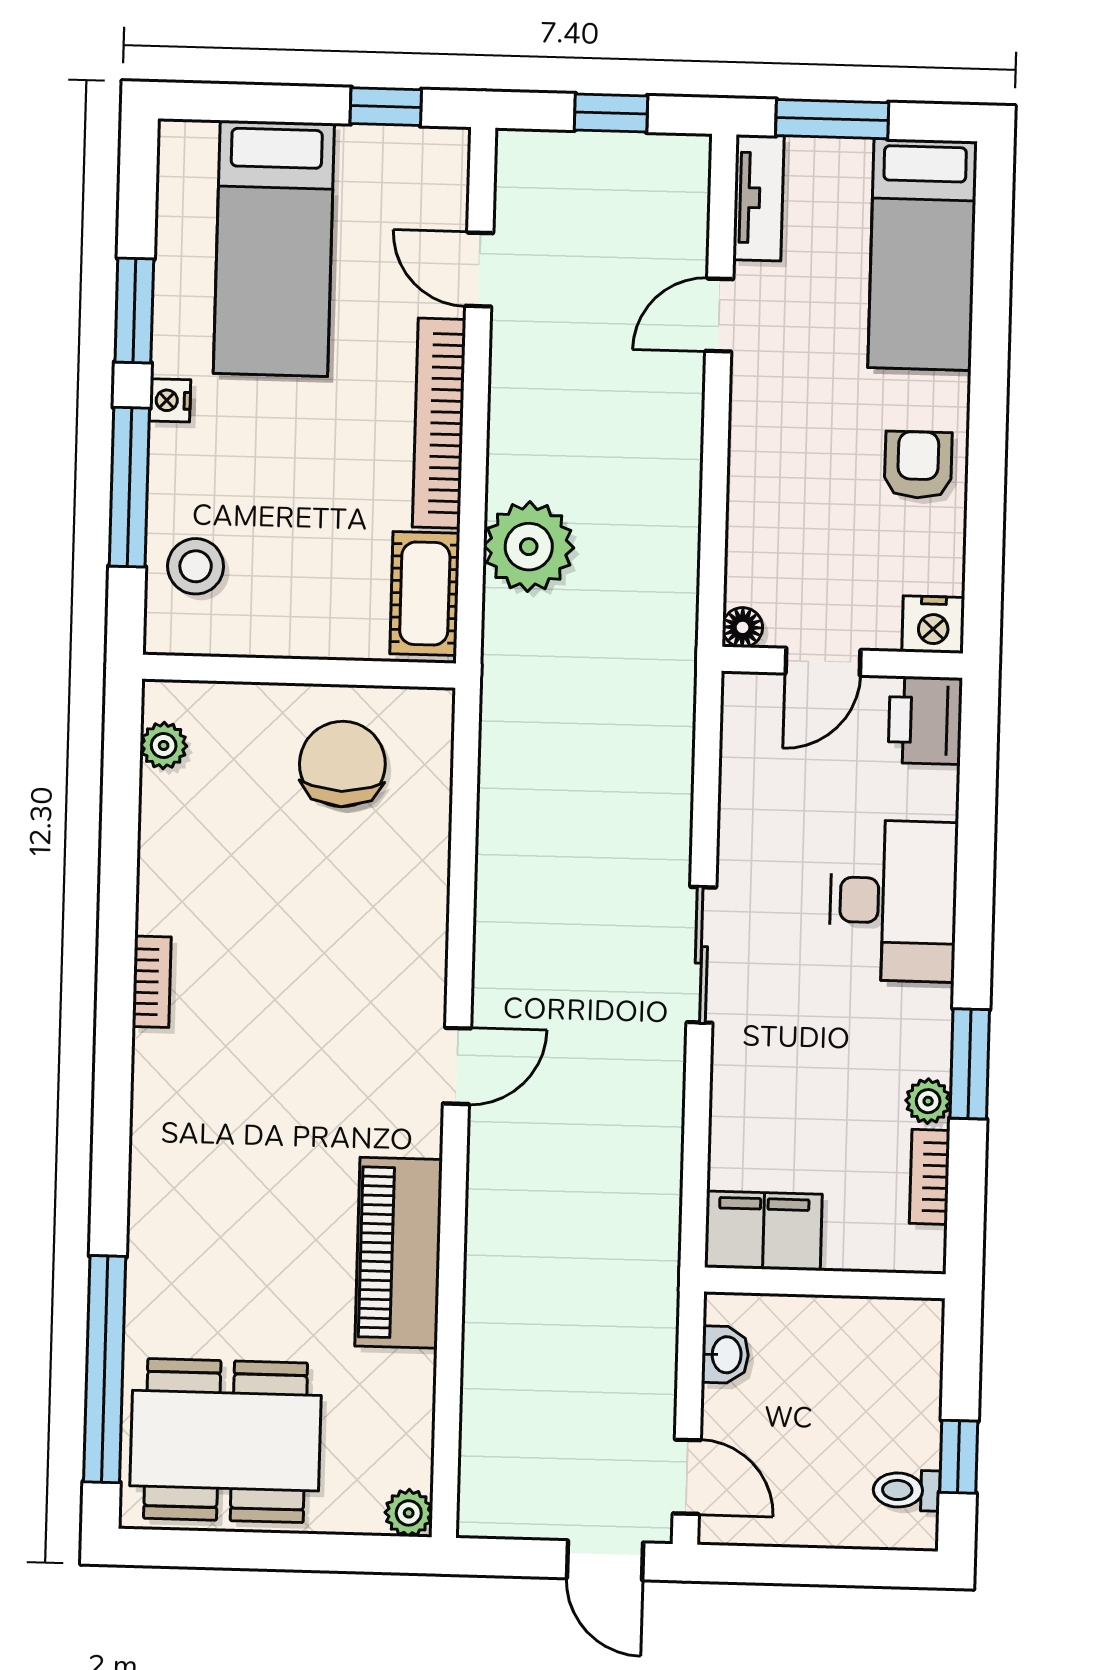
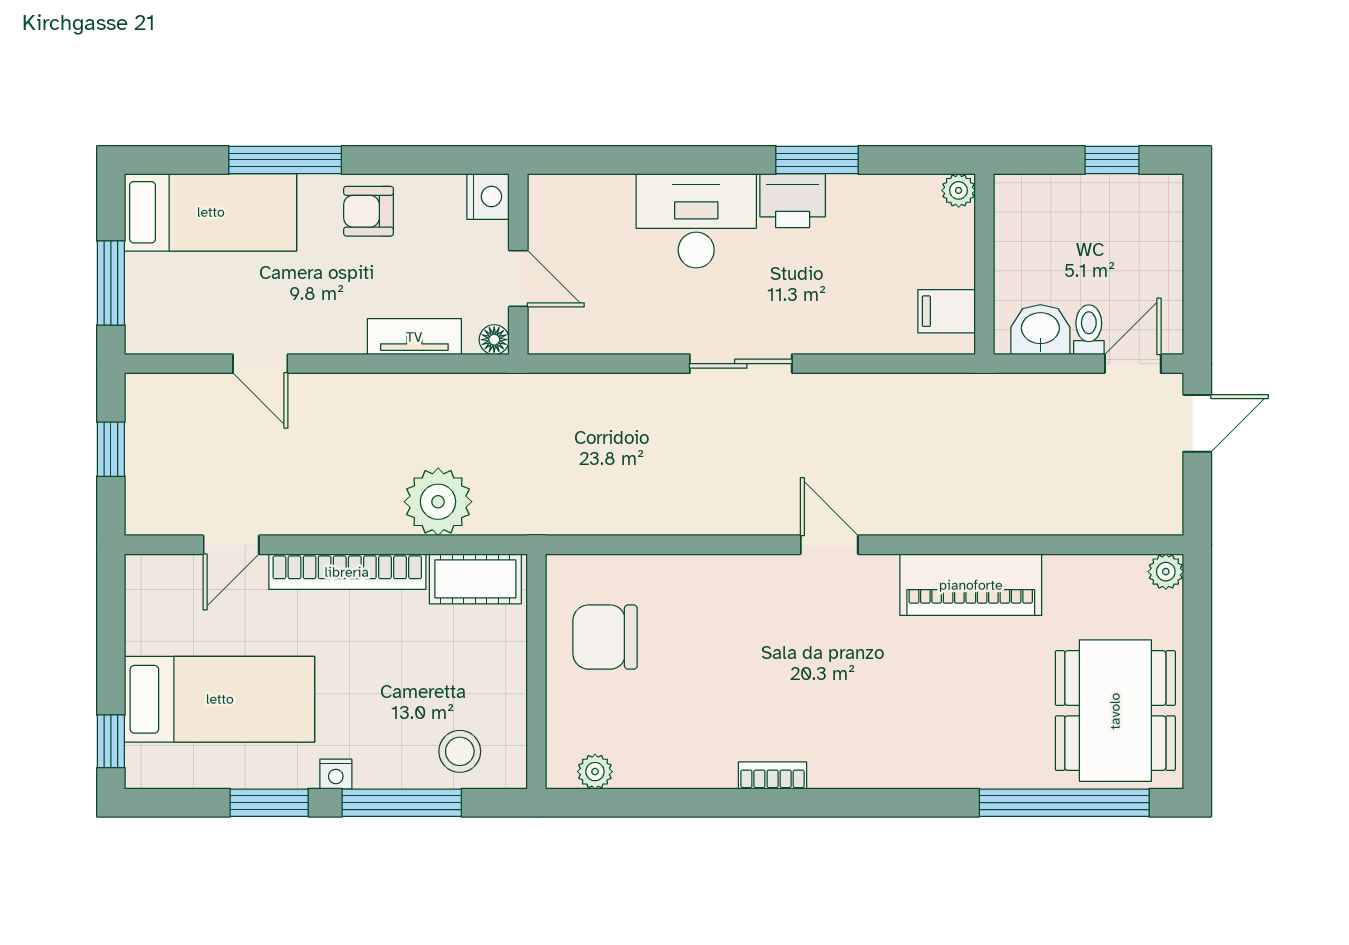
window: (386, 107) -> (111, 741), moved
tv unit: (758, 198) -> (414, 337), moved
window: (989, 356) -> (285, 160), added
printer: (925, 720) -> (793, 201), moved
plant: (928, 1101) -> (959, 190), moved
bookcase: (930, 1177) -> (903, 188), removed
filing cabinet: (764, 1231) -> (947, 311), width x0.50
washbasin: (725, 1355) -> (1040, 330), width x1.38, depth x1.45
toilet: (907, 1490) -> (1089, 330), moved, turned 180

